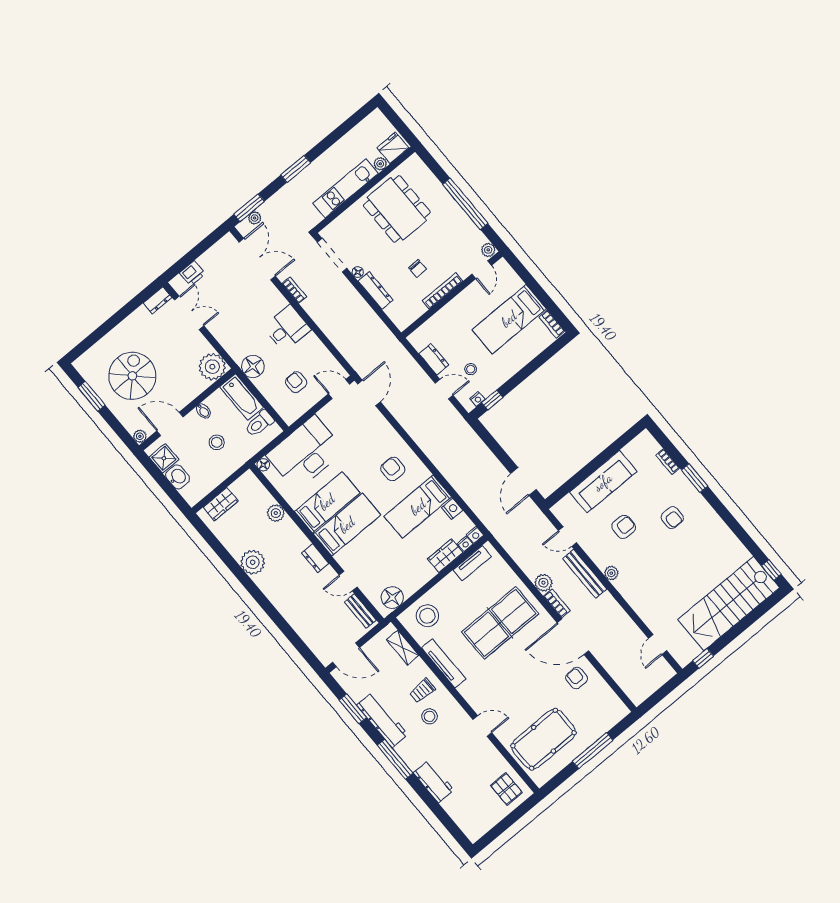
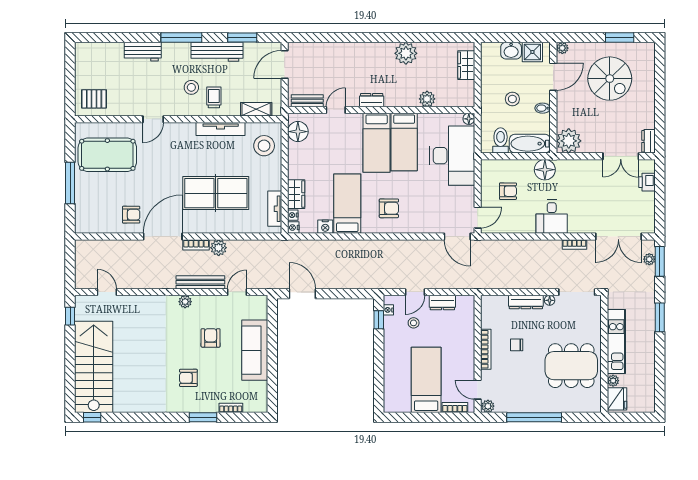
bookcase: (552, 324) -> (455, 407), moved
armchair: (624, 527) -> (211, 338), turned 180
table tennis table: (500, 623) -> (216, 193), turned 90
pool table: (544, 739) -> (107, 155), turned 90

